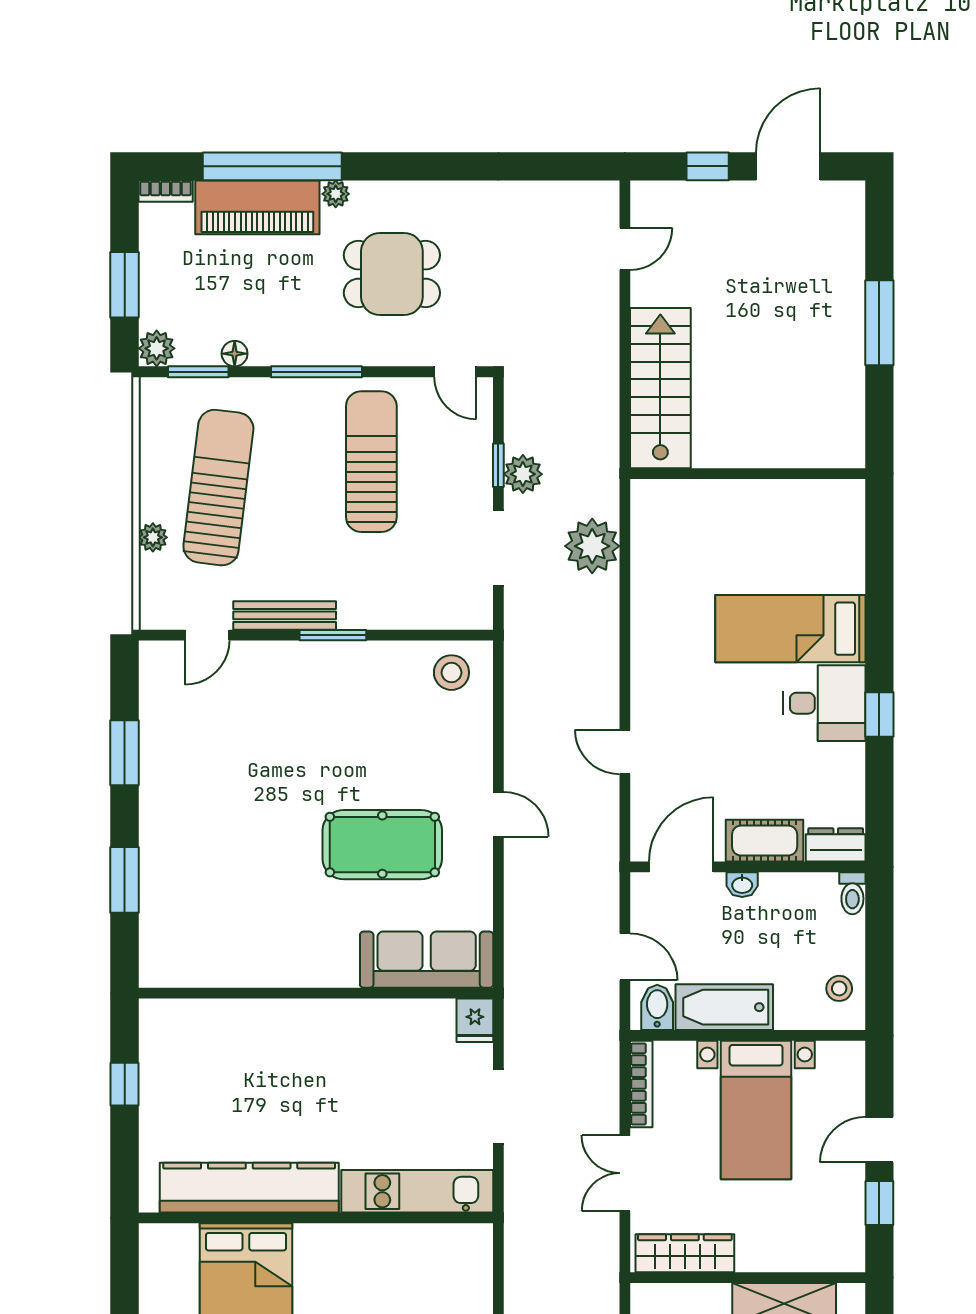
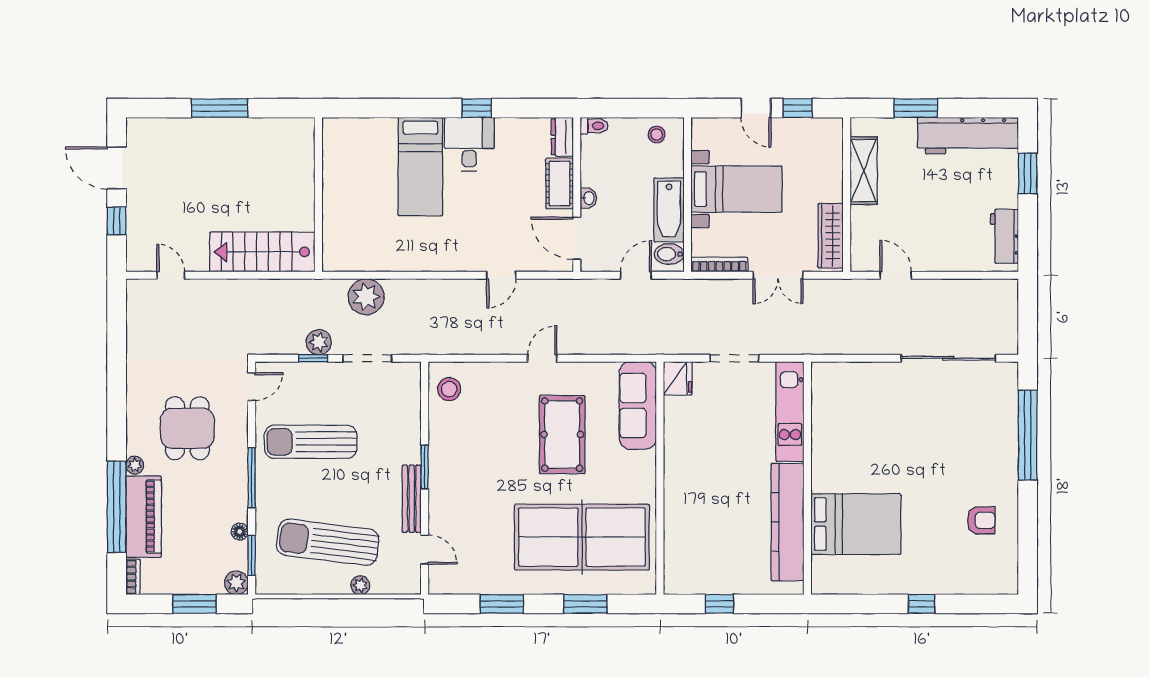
table tennis table: (226, 875) -> (582, 537), added
fridge: (475, 1020) -> (678, 378), width x1.38

